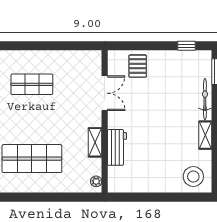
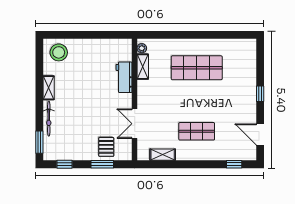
window: (142, 46) -> (102, 164), added
shelving: (72, 57) -> (163, 155), added
shelving: (95, 142) -> (143, 67), moved

